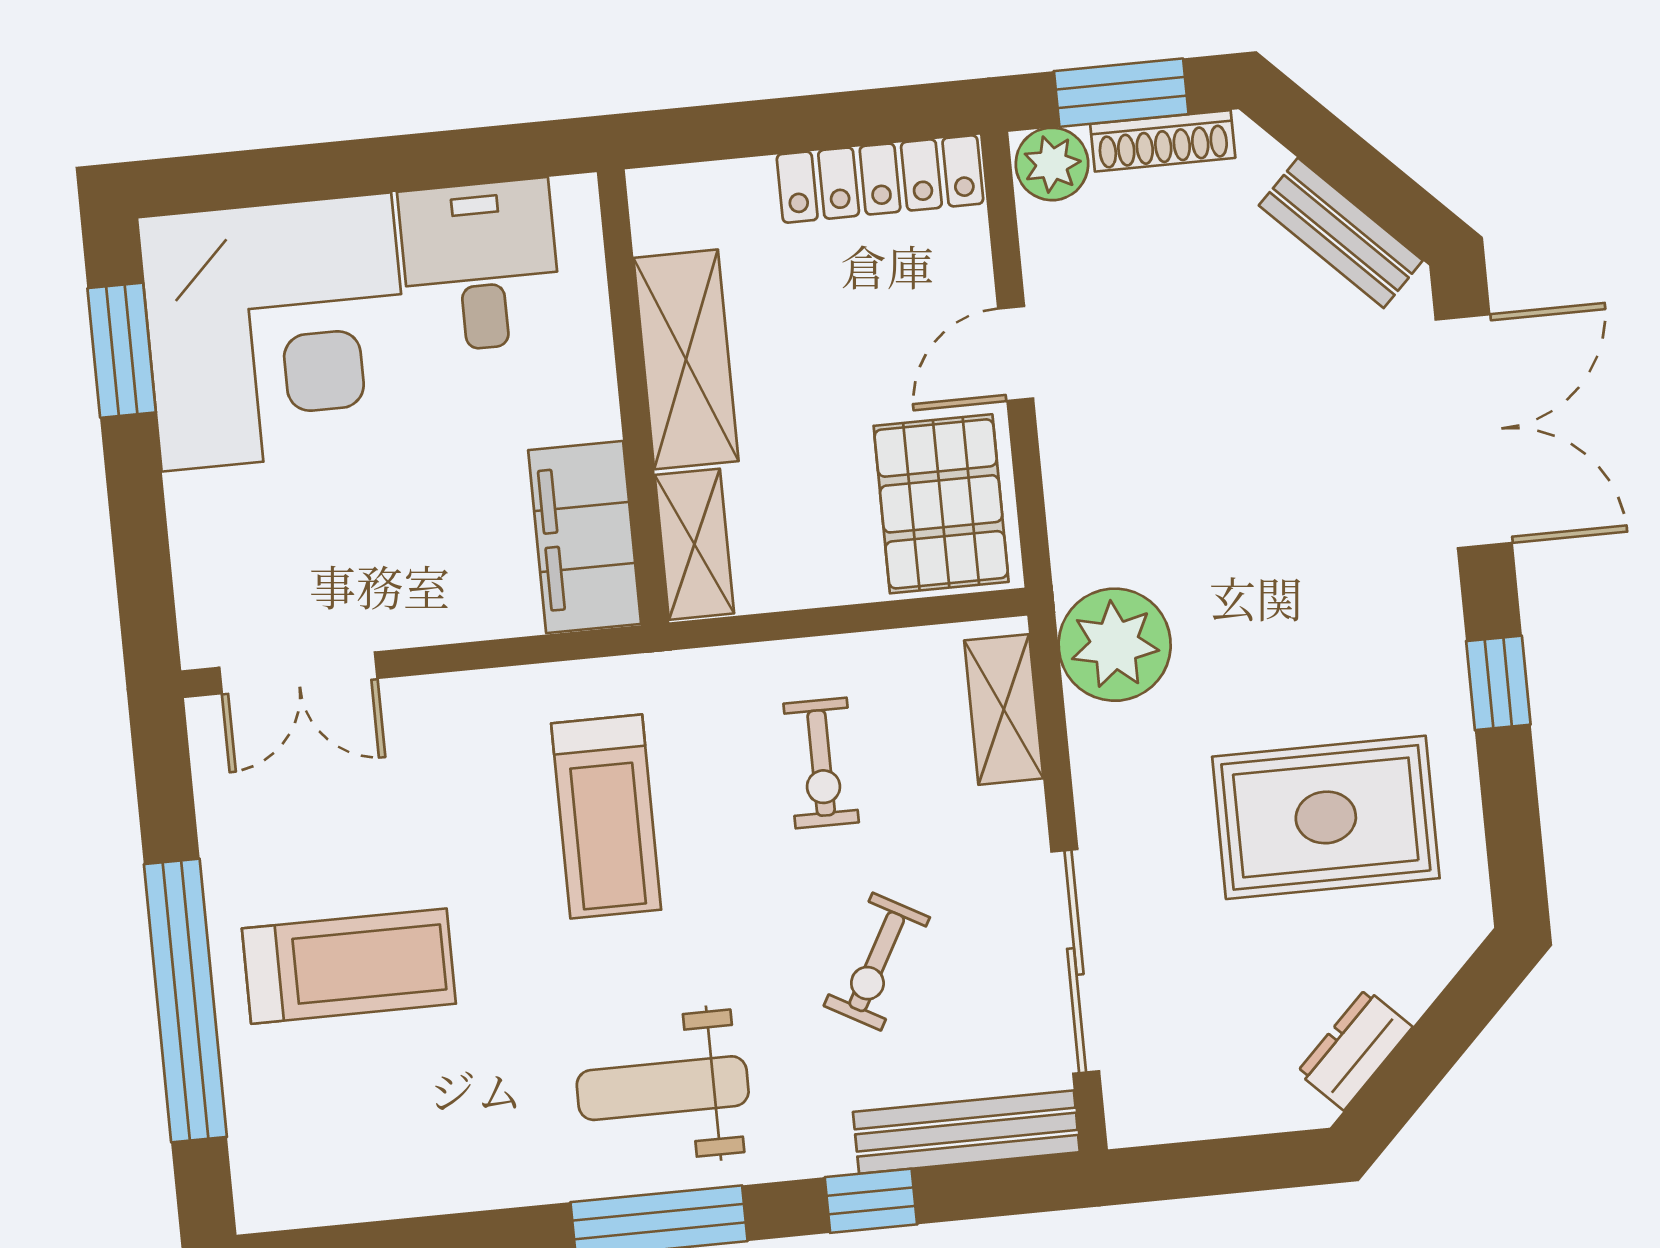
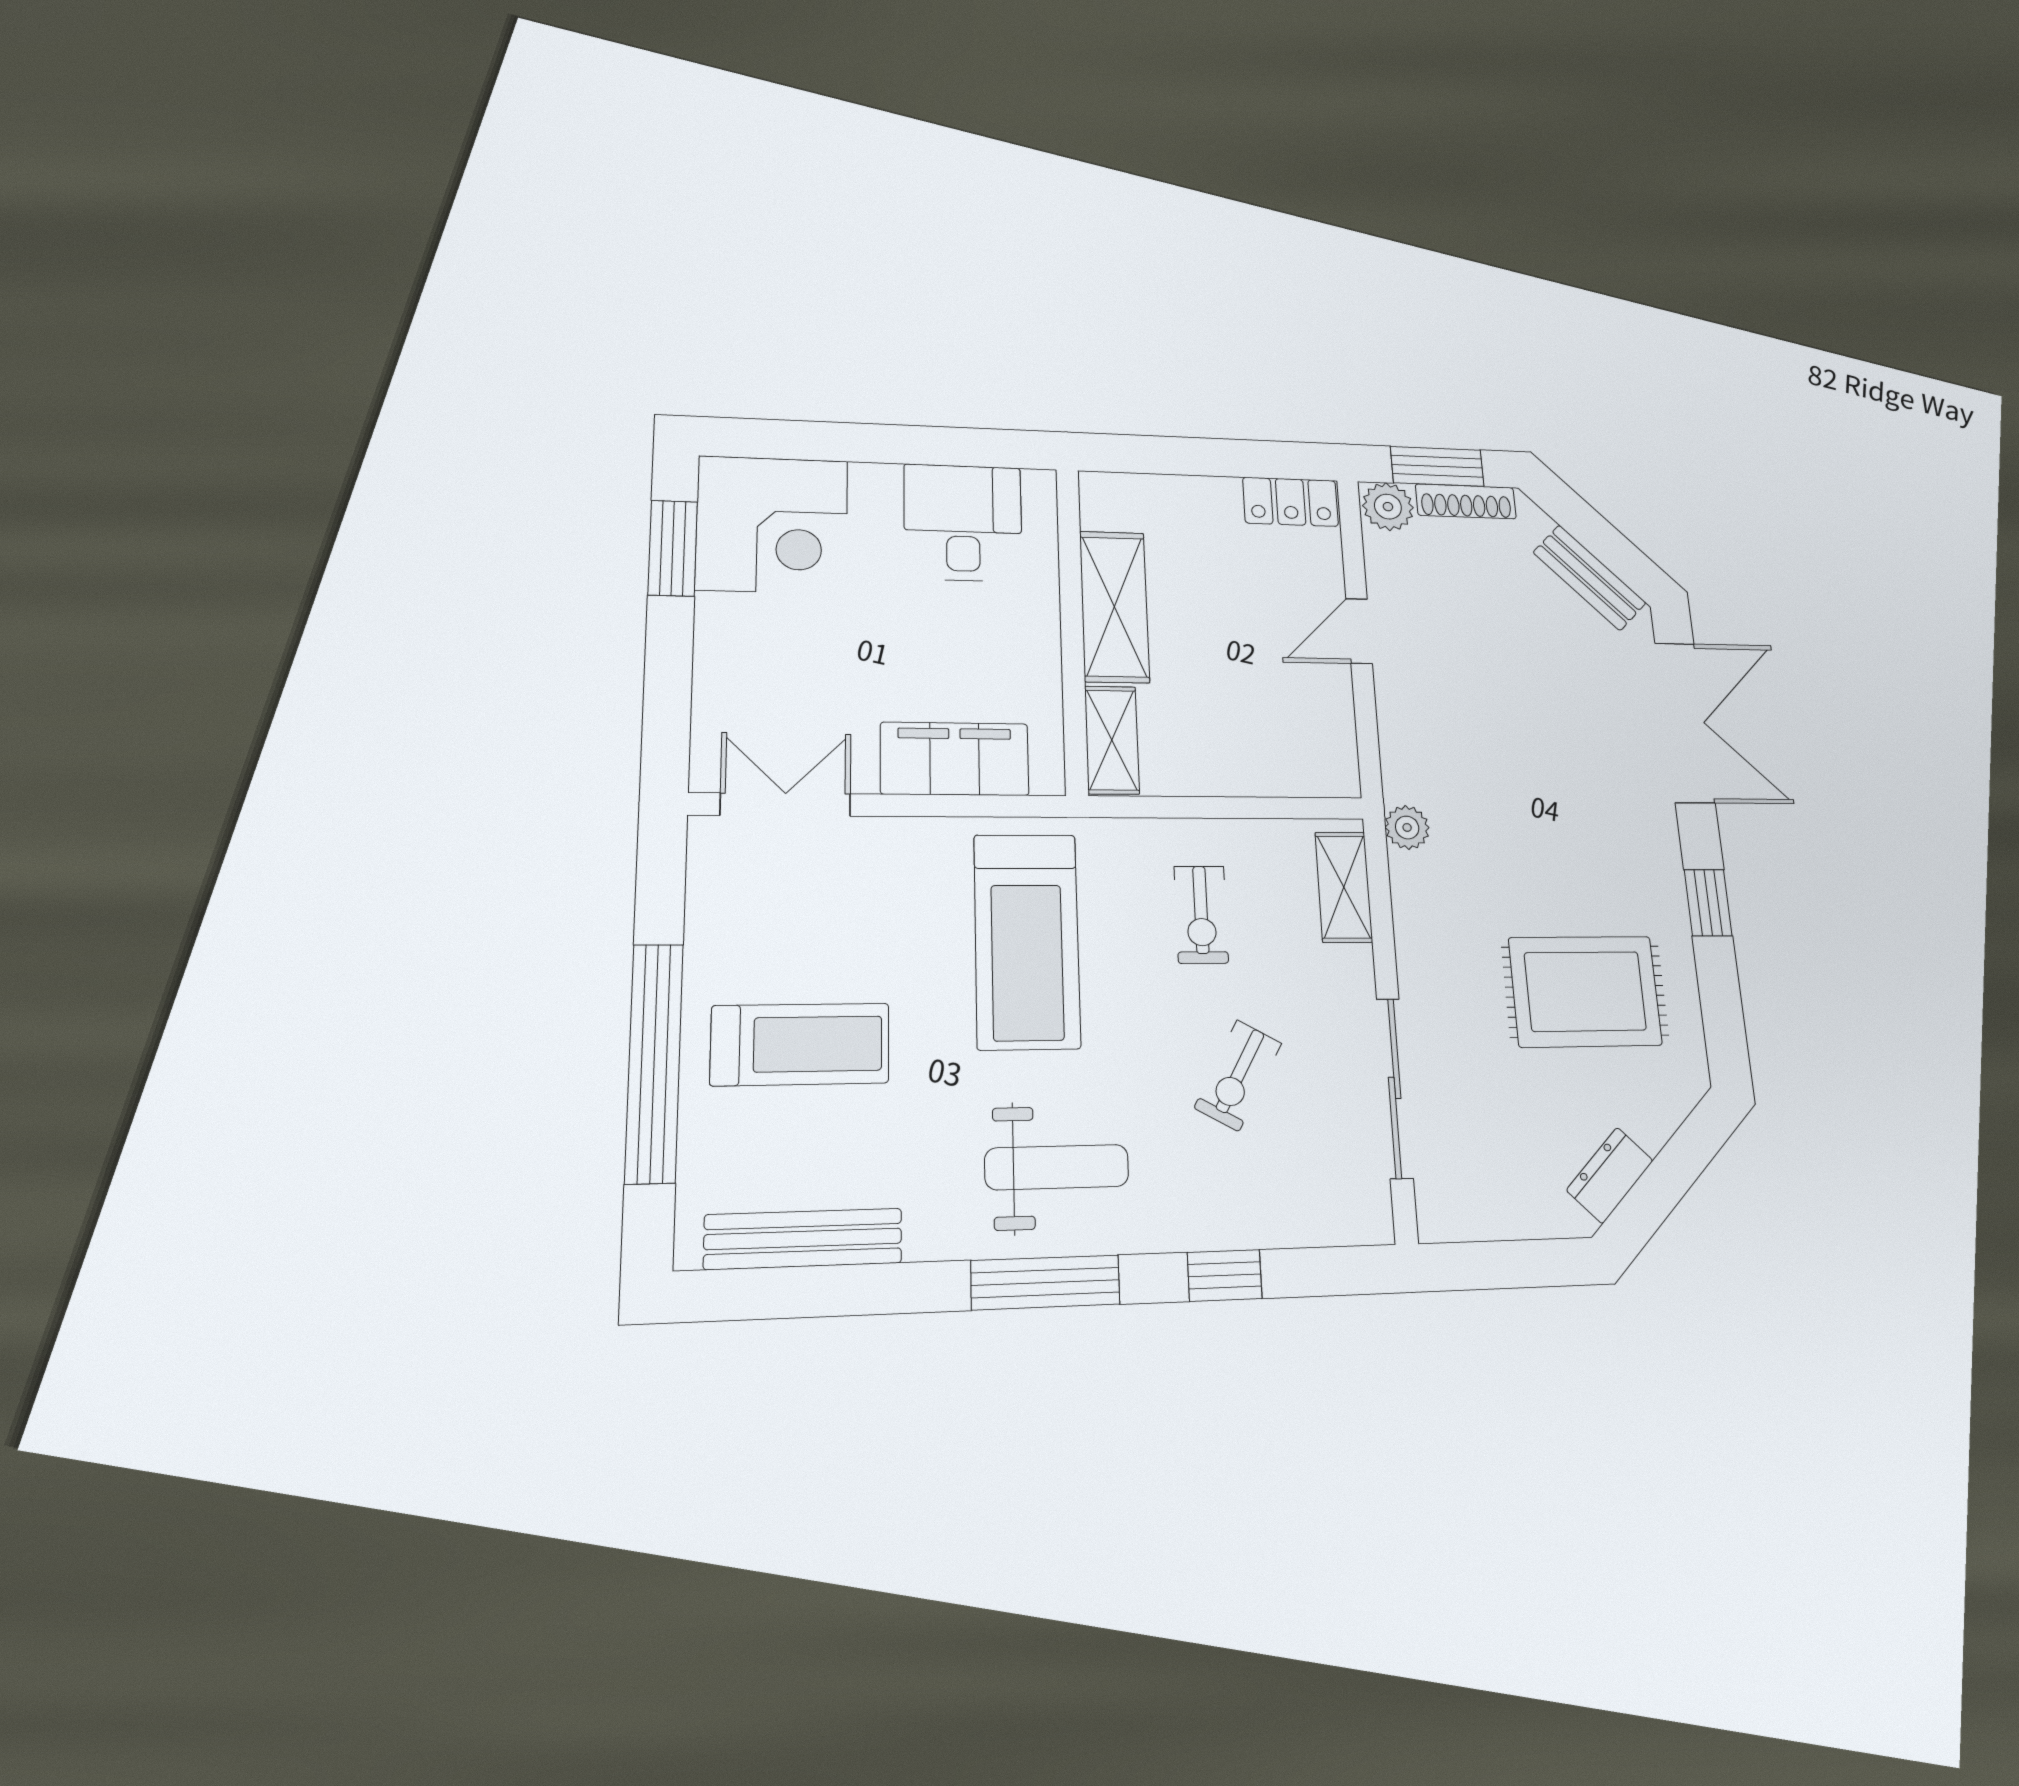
locker: (880, 179) -> (1291, 502), width x0.66
corner desk: (276, 332) -> (772, 525), width x0.74, depth x0.74
pallet: (941, 504) -> (1301, 731), removed
filing cabinet: (585, 537) -> (955, 759), moved, turned 90
plant: (1115, 645) -> (1407, 827), width x0.53, depth x0.53
double door: (298, 673) -> (785, 805), swing flipped
treadmill: (606, 816) -> (1027, 941), width x1.37, depth x1.38
weight bench: (663, 1088) -> (1057, 1167), turned 180
bench: (966, 1132) -> (803, 1239), moved

